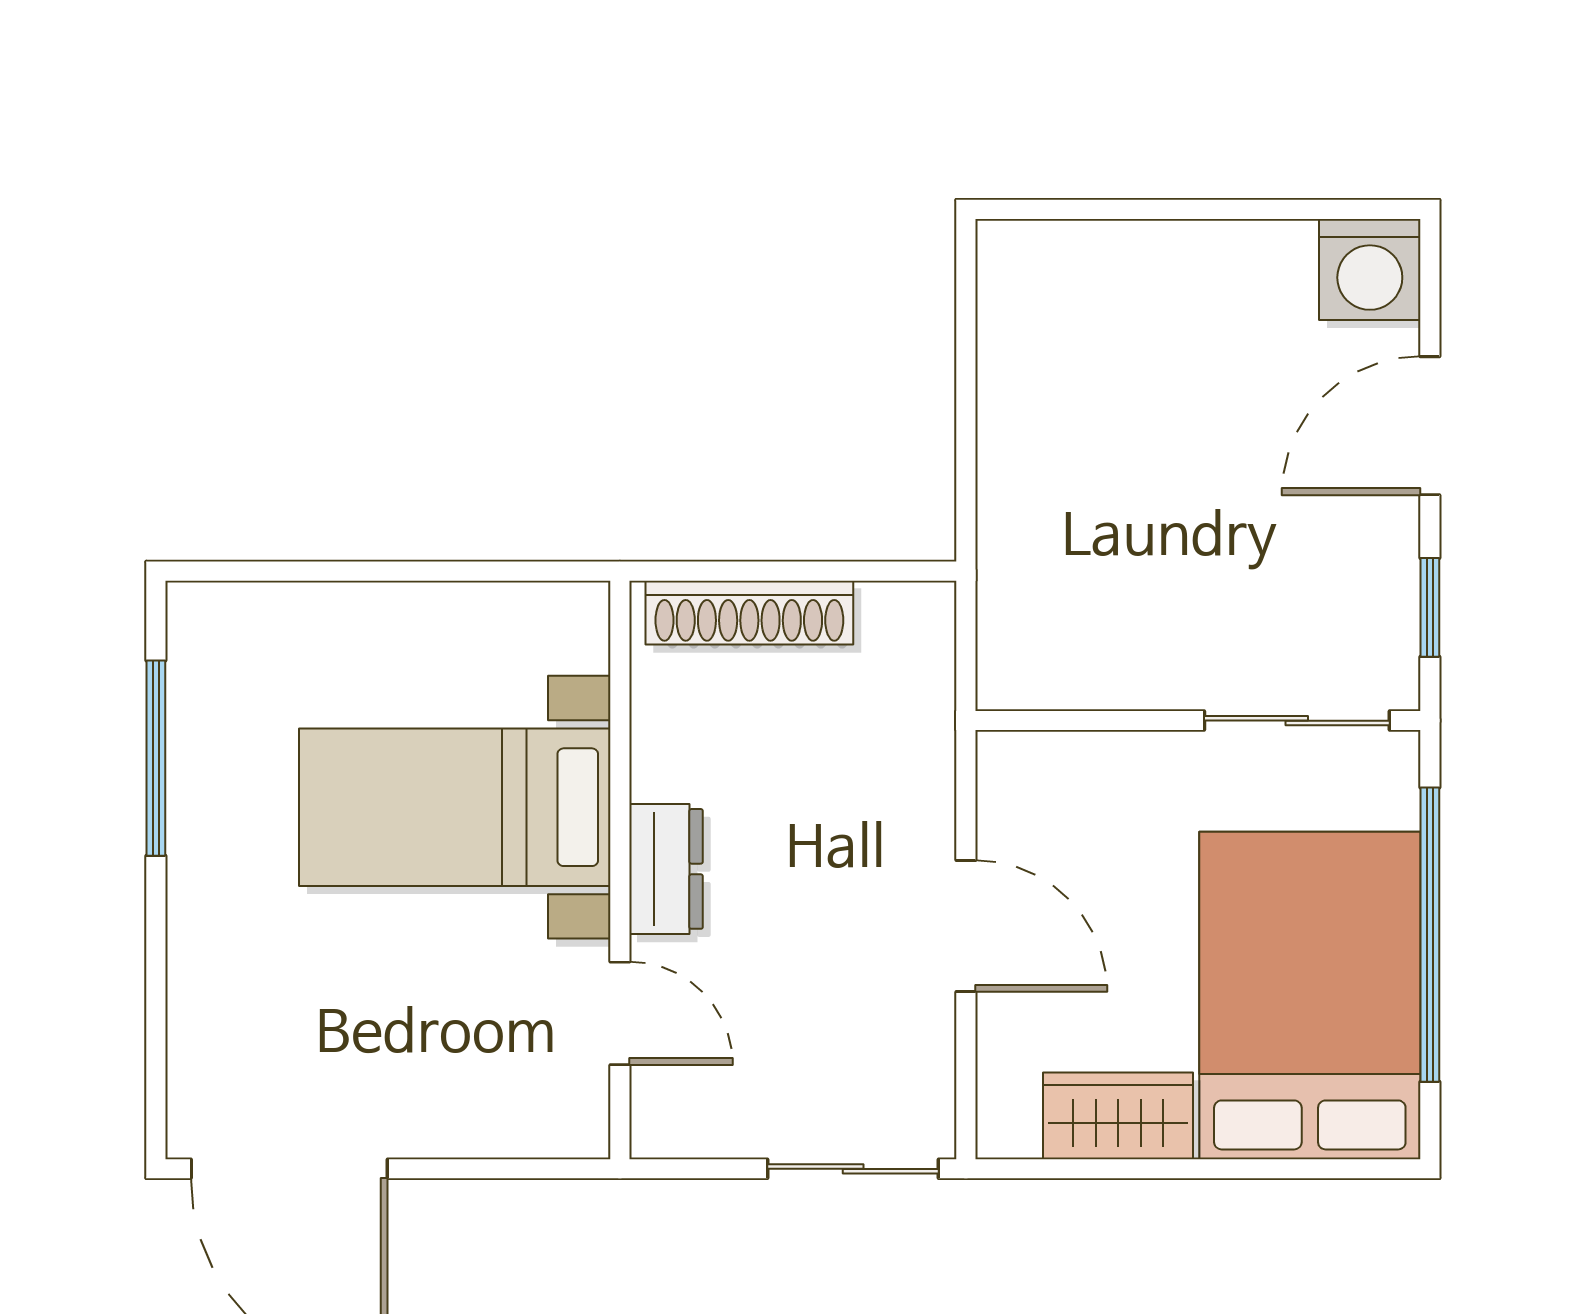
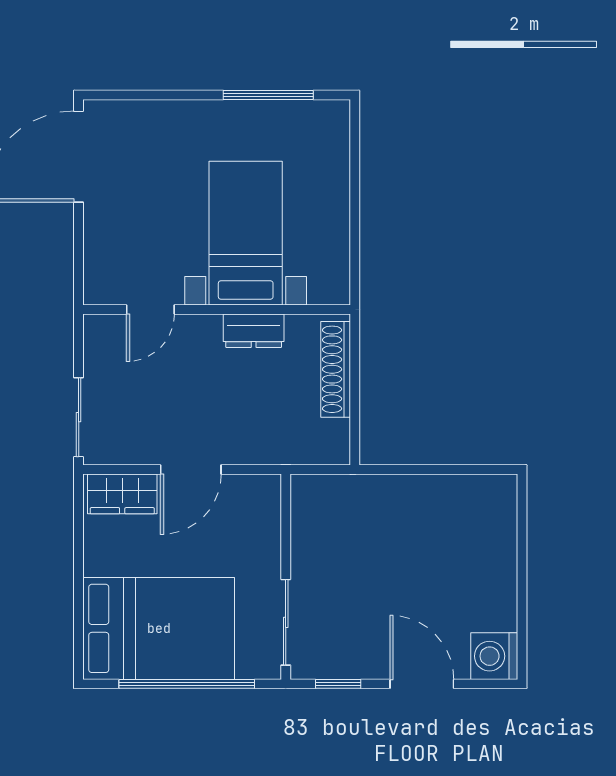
dresser: (666, 869) -> (254, 331), moved
wardrobe: (1118, 1116) -> (122, 494), moved, turned 90

